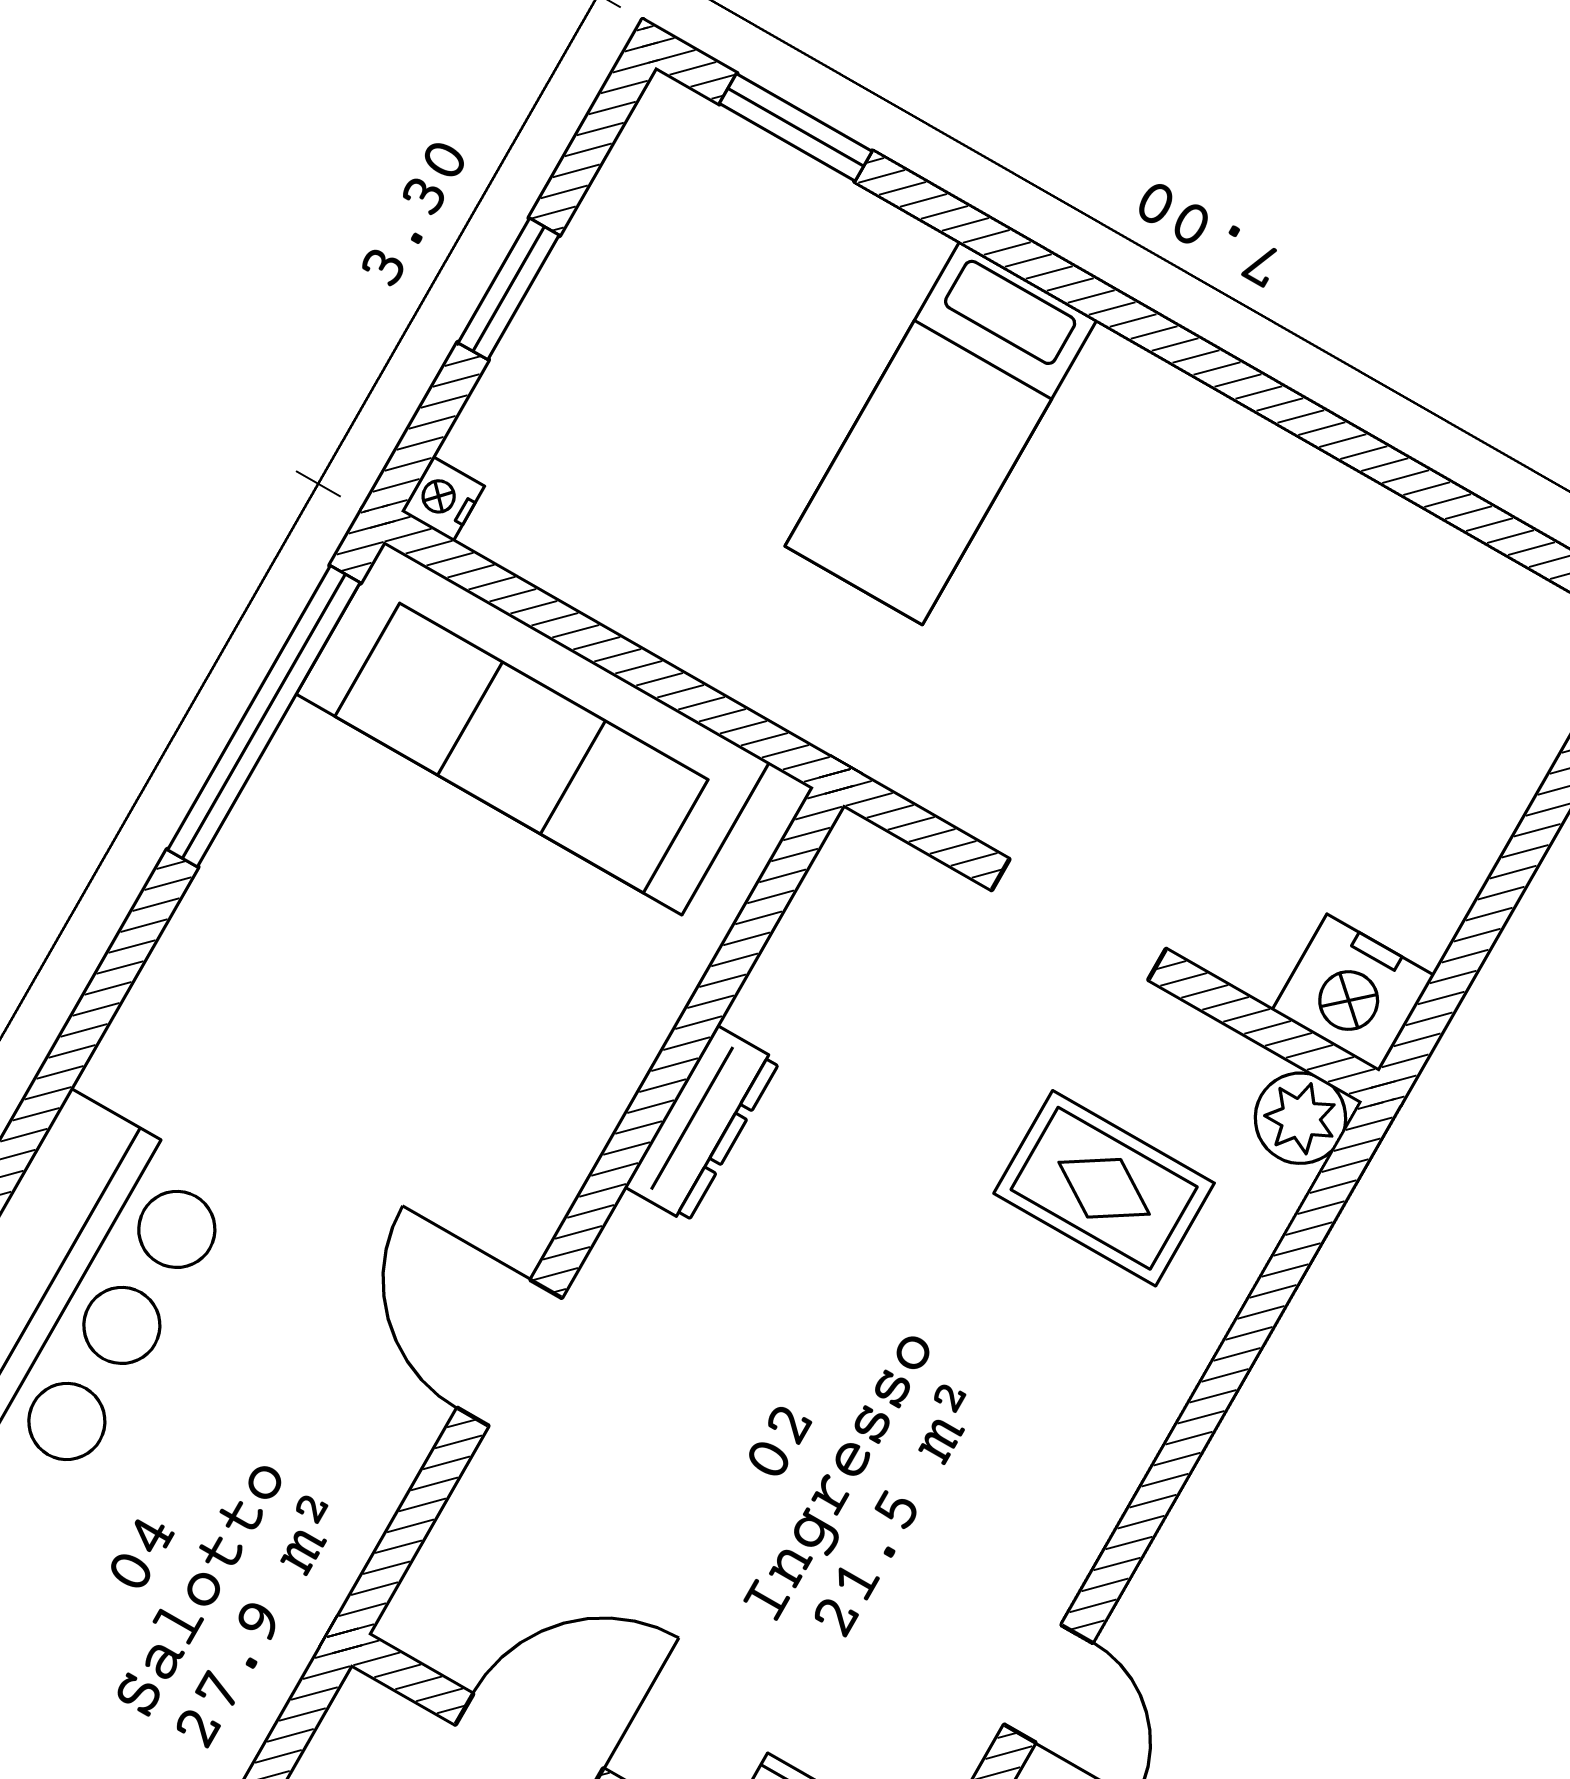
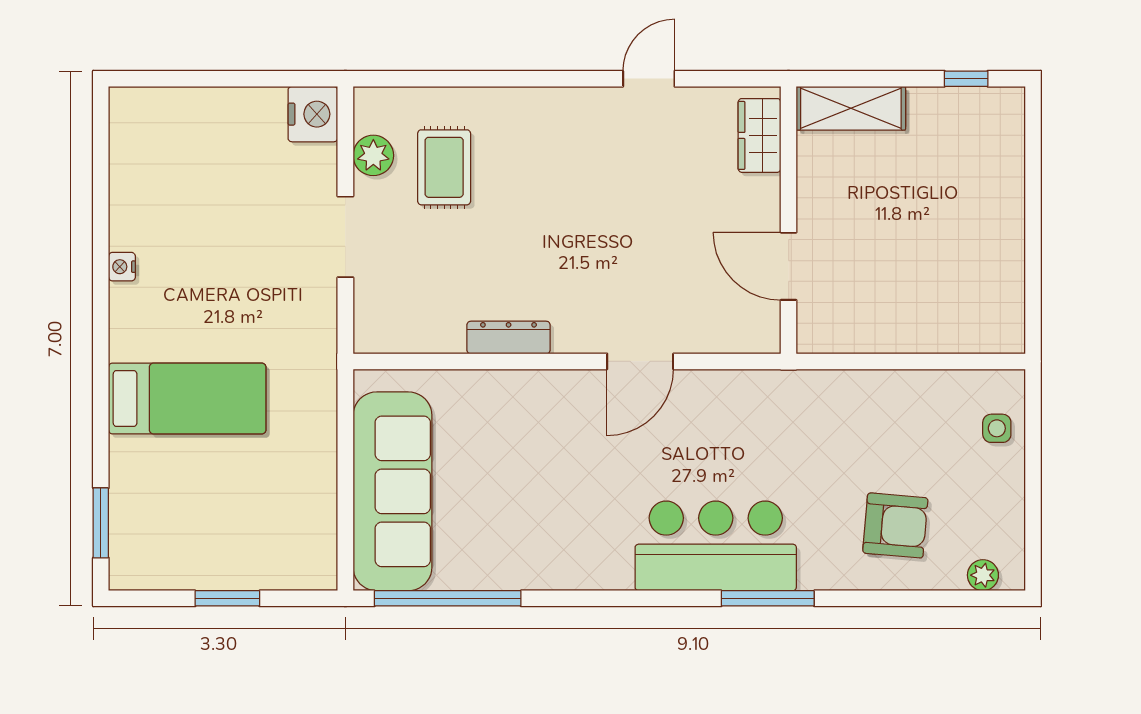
nightstand: (443, 499) -> (122, 267), moved, turned 90
plant: (1300, 1118) -> (373, 155), moved

